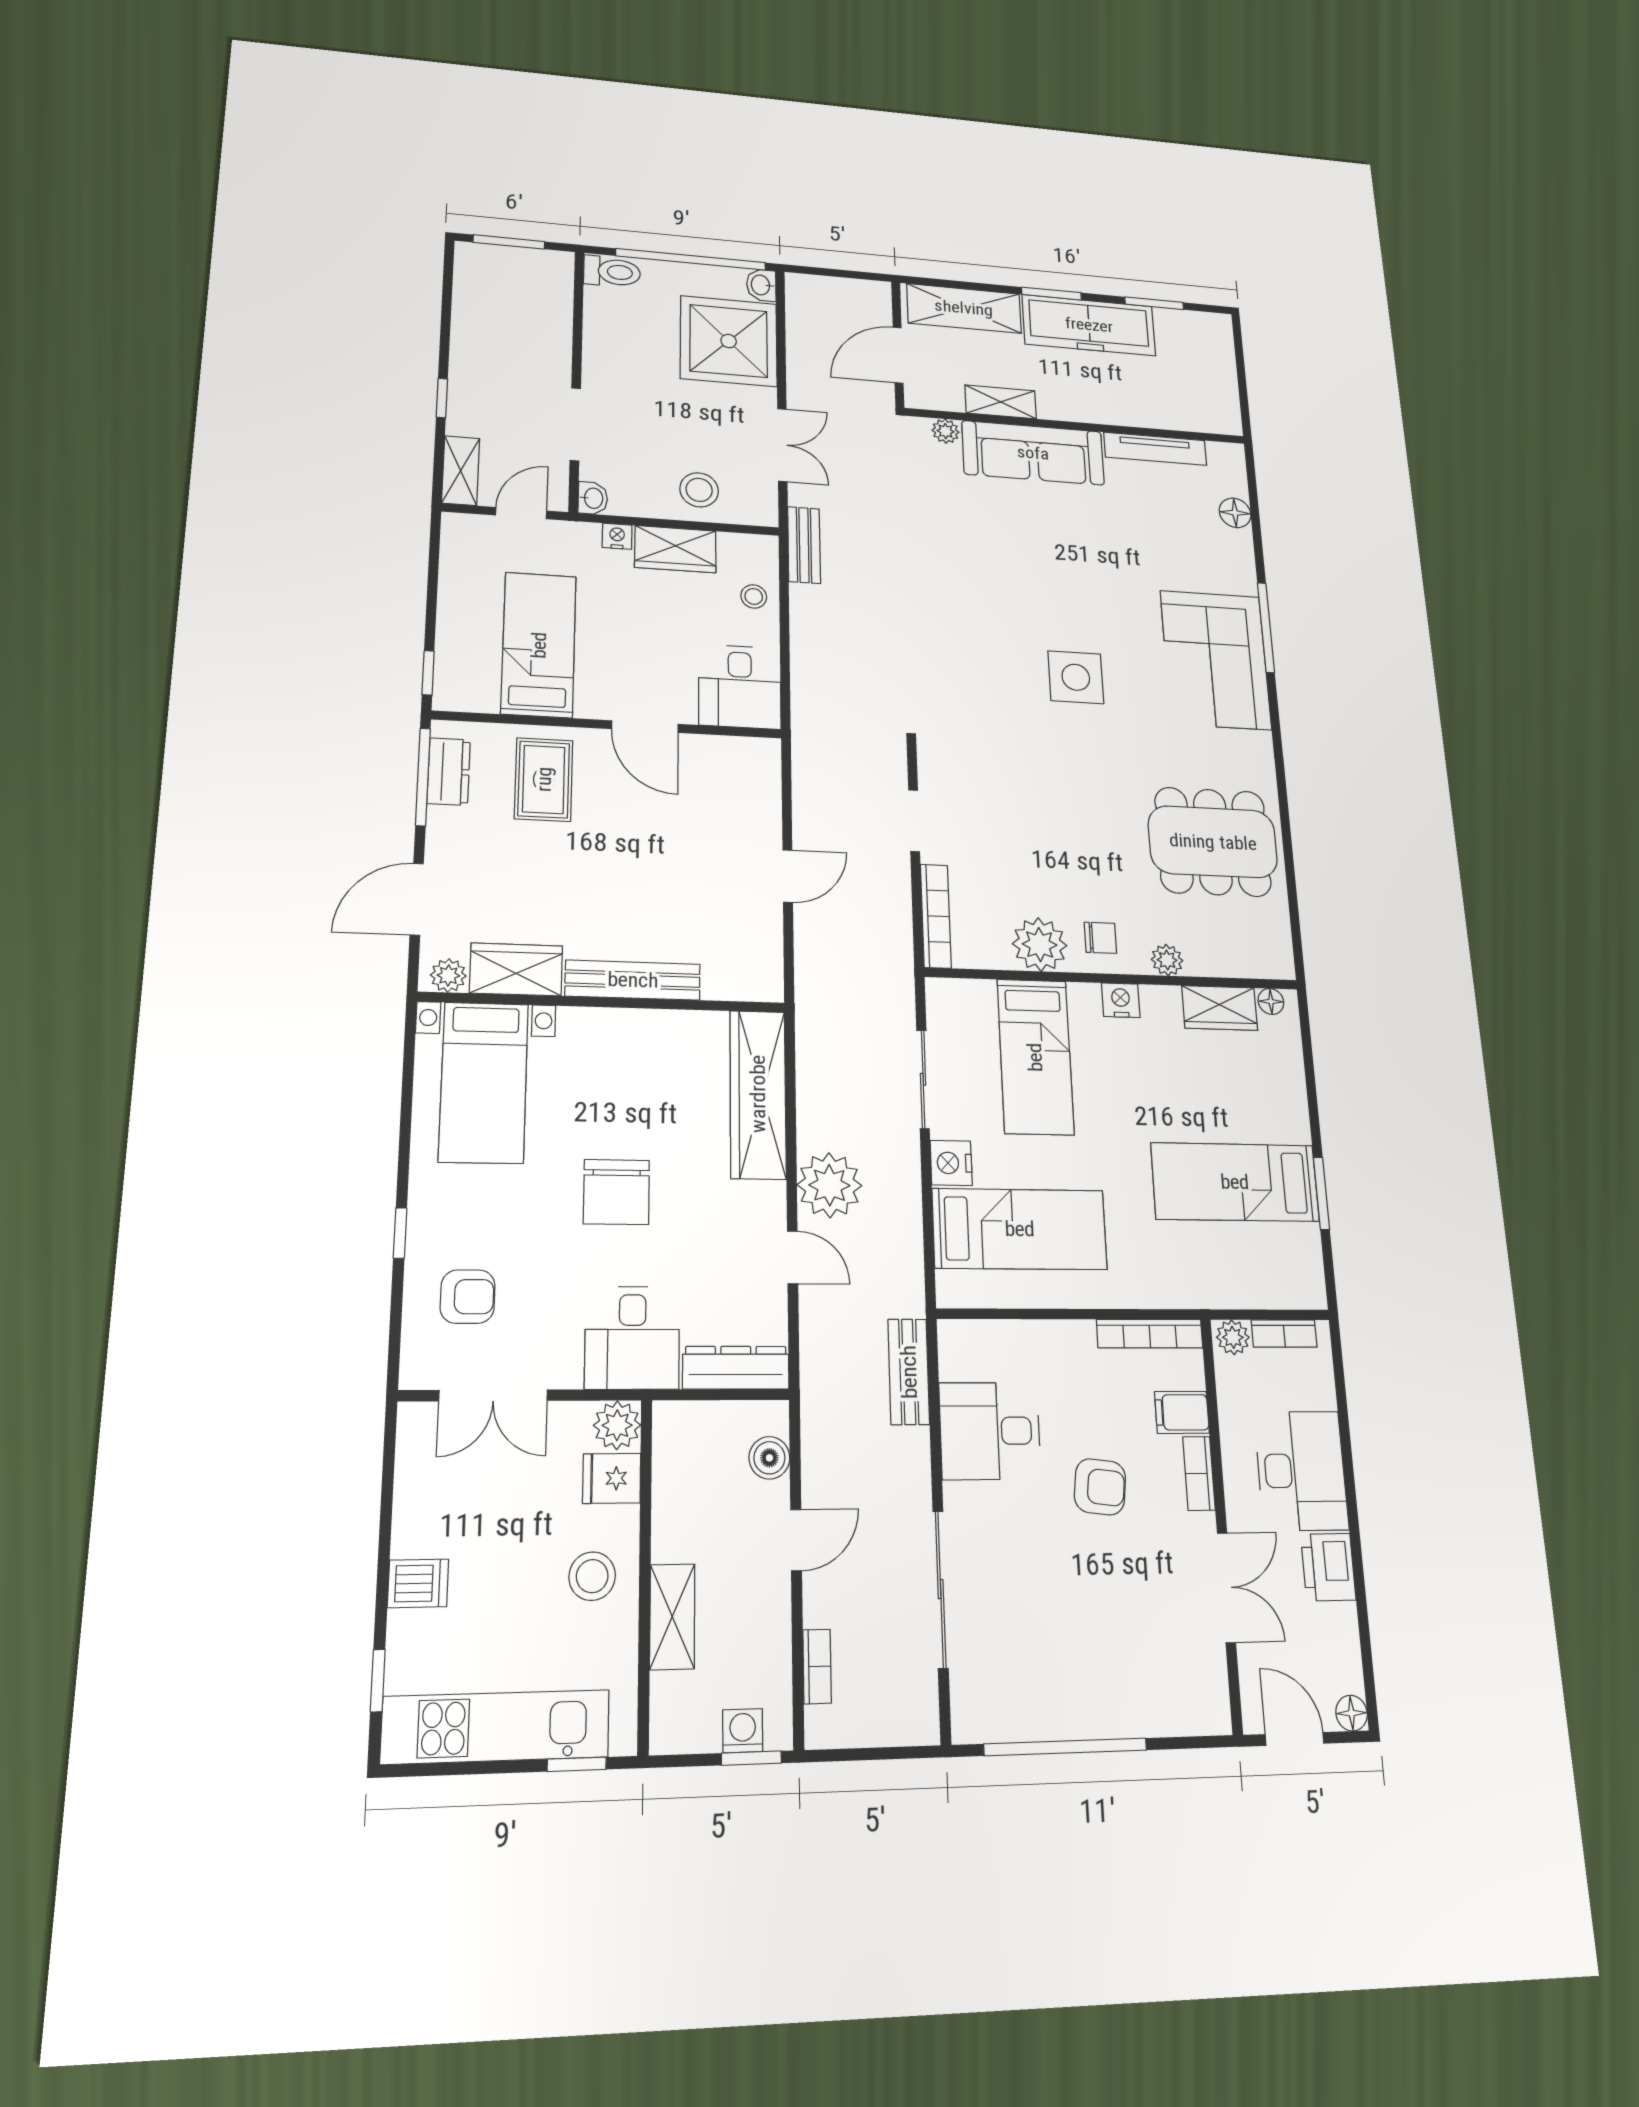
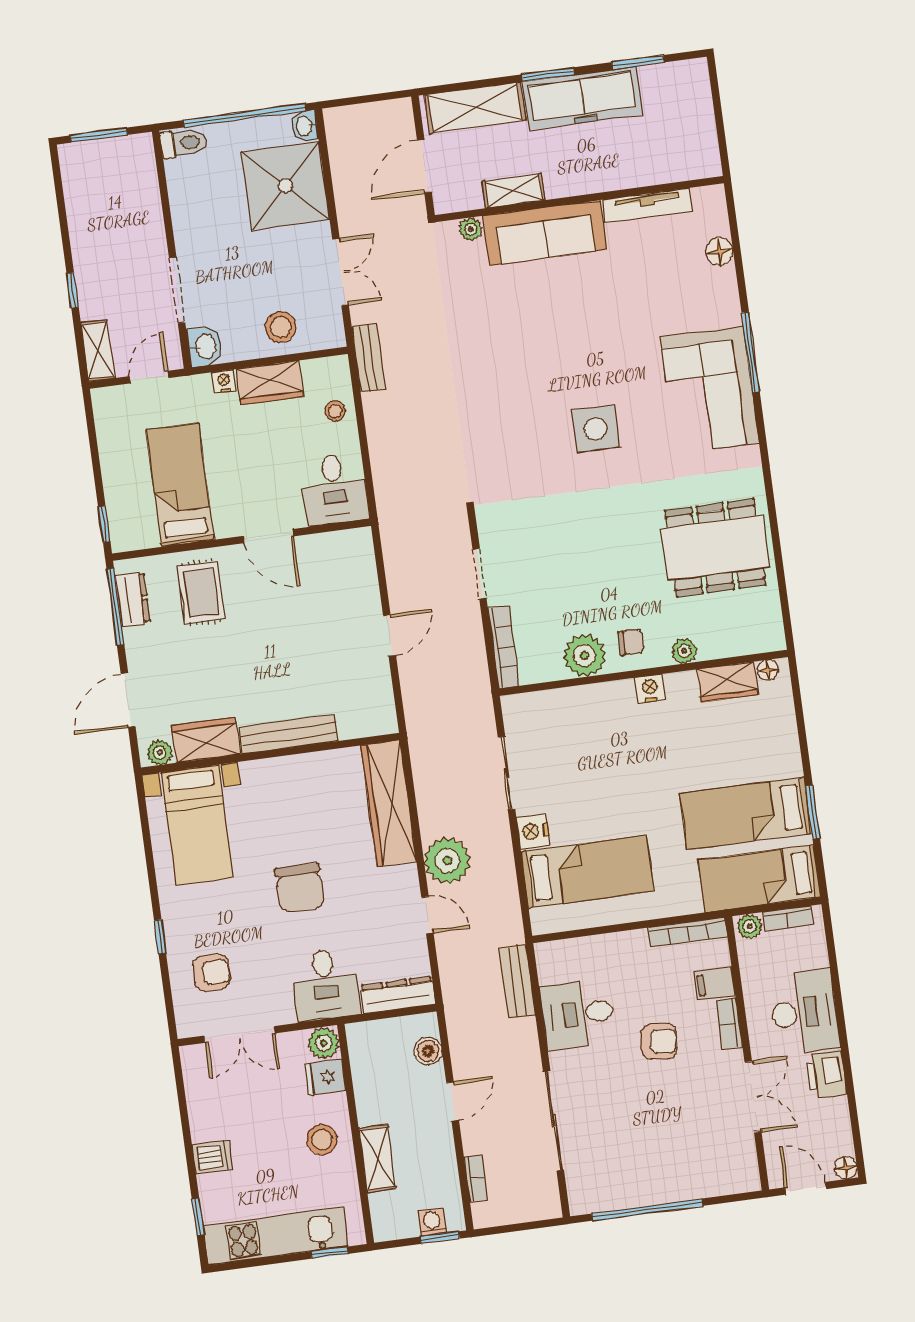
washbasin: (593, 498) -> (205, 346), width x1.38, depth x1.45
bed: (1035, 1057) -> (759, 879), moved, turned 90

